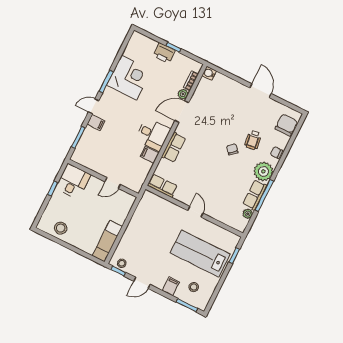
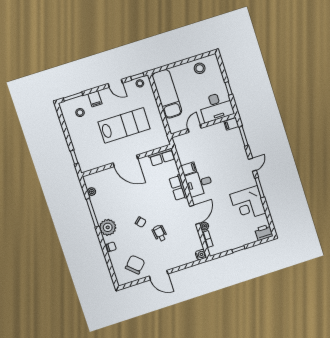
printer: (164, 53) -> (264, 232), moved
filing cabinet: (96, 123) -> (231, 124), moved
chair: (286, 125) -> (135, 265), moved, turned -137
wheelchair: (253, 140) -> (160, 233), moved
desk: (73, 181) -> (216, 107), width x1.37
row of seats: (255, 195) -> (99, 208), removed
door: (195, 212) -> (125, 161), width x1.87
exam couch: (107, 241) -> (167, 94), width x1.36, depth x1.45
lab bench: (200, 254) -> (124, 125), moved
door: (142, 283) -> (115, 83), swing flipped

